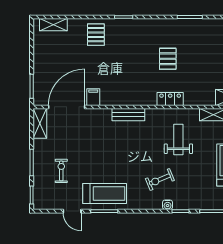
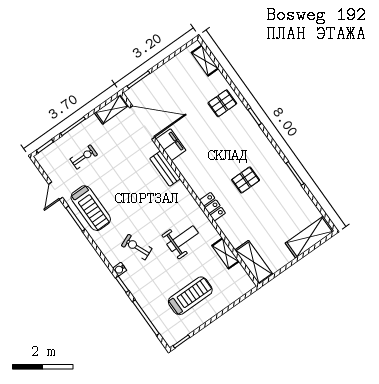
filing cabinet: (93, 97) -> (171, 145), width x2.00
bench: (128, 115) -> (165, 169), moved

